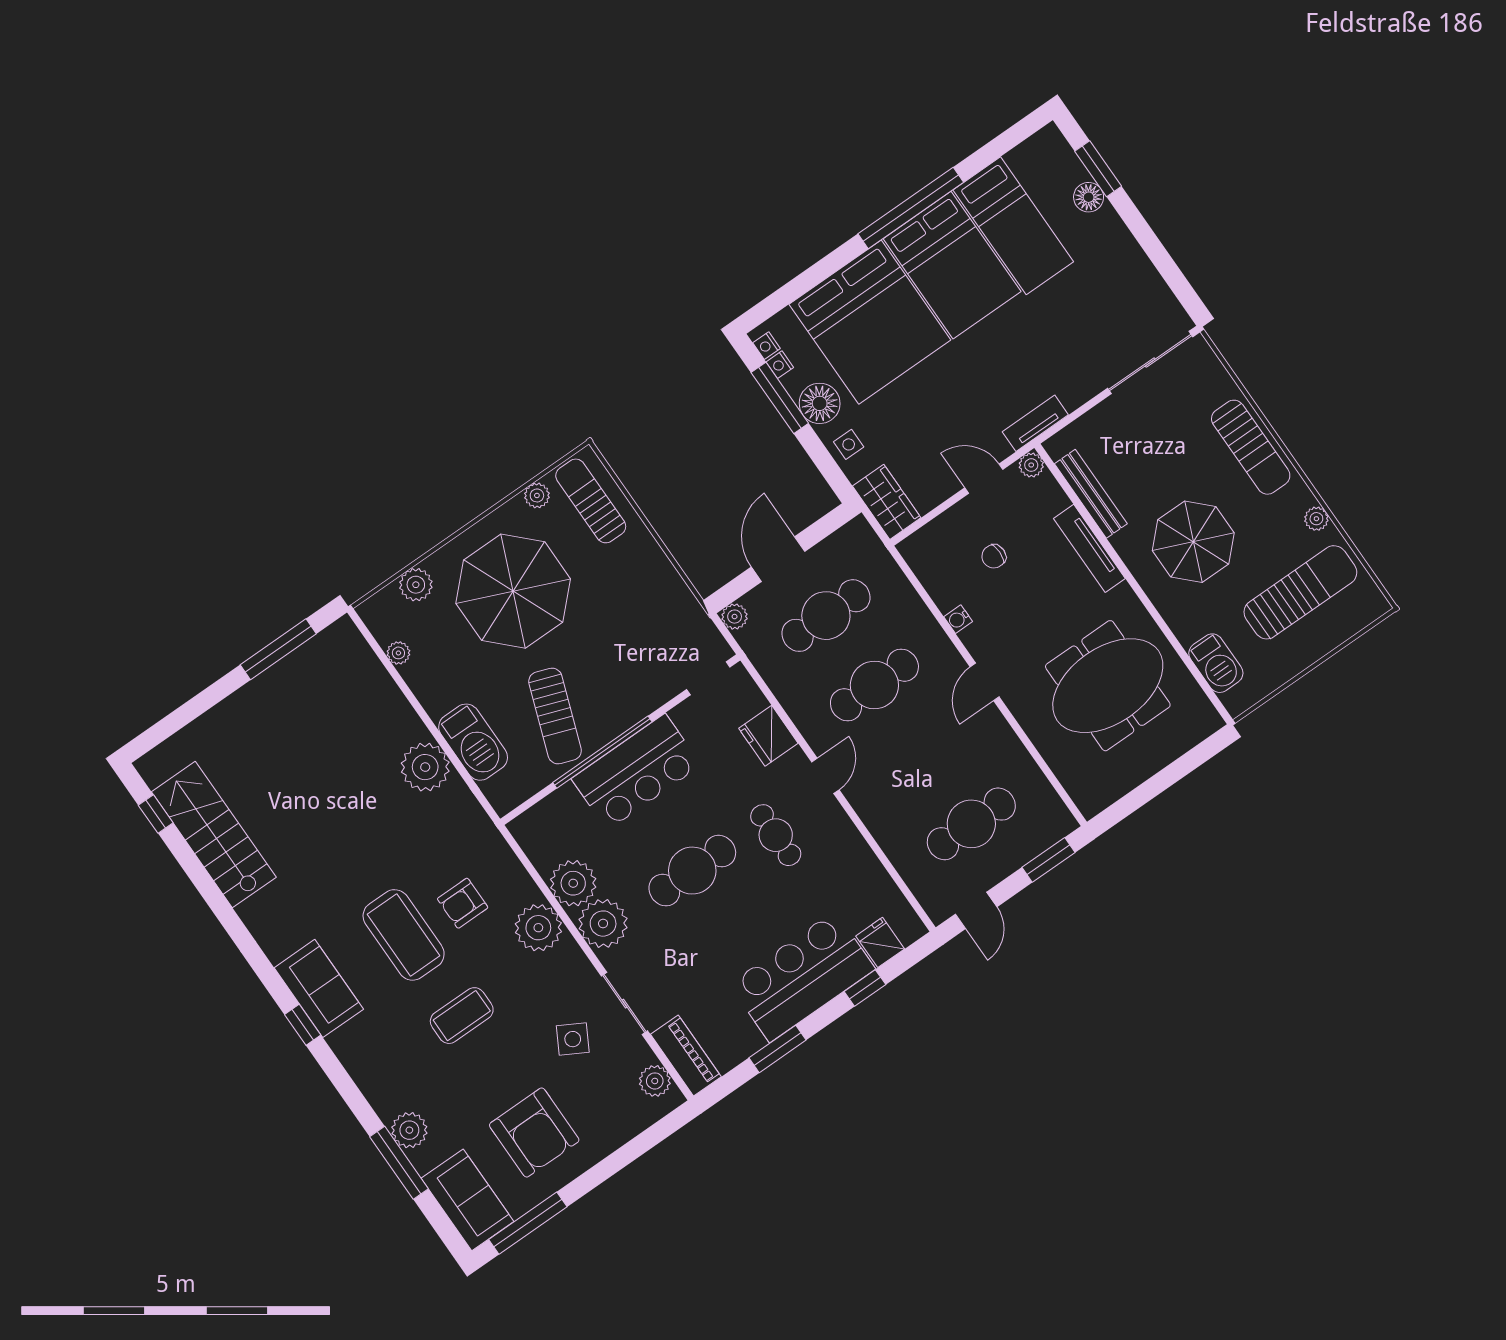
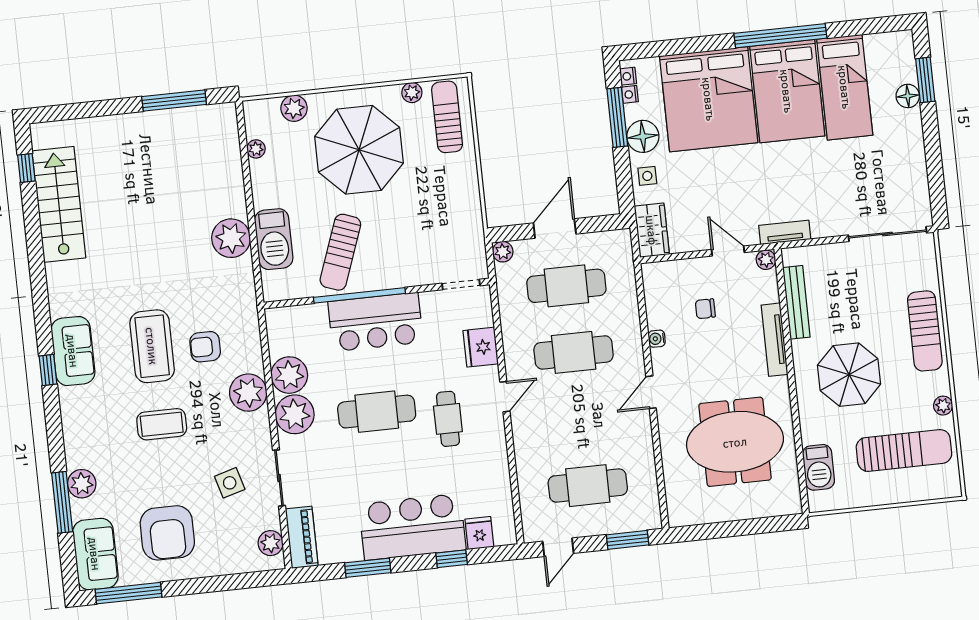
side table: (573, 1039) -> (230, 483), turned 45

